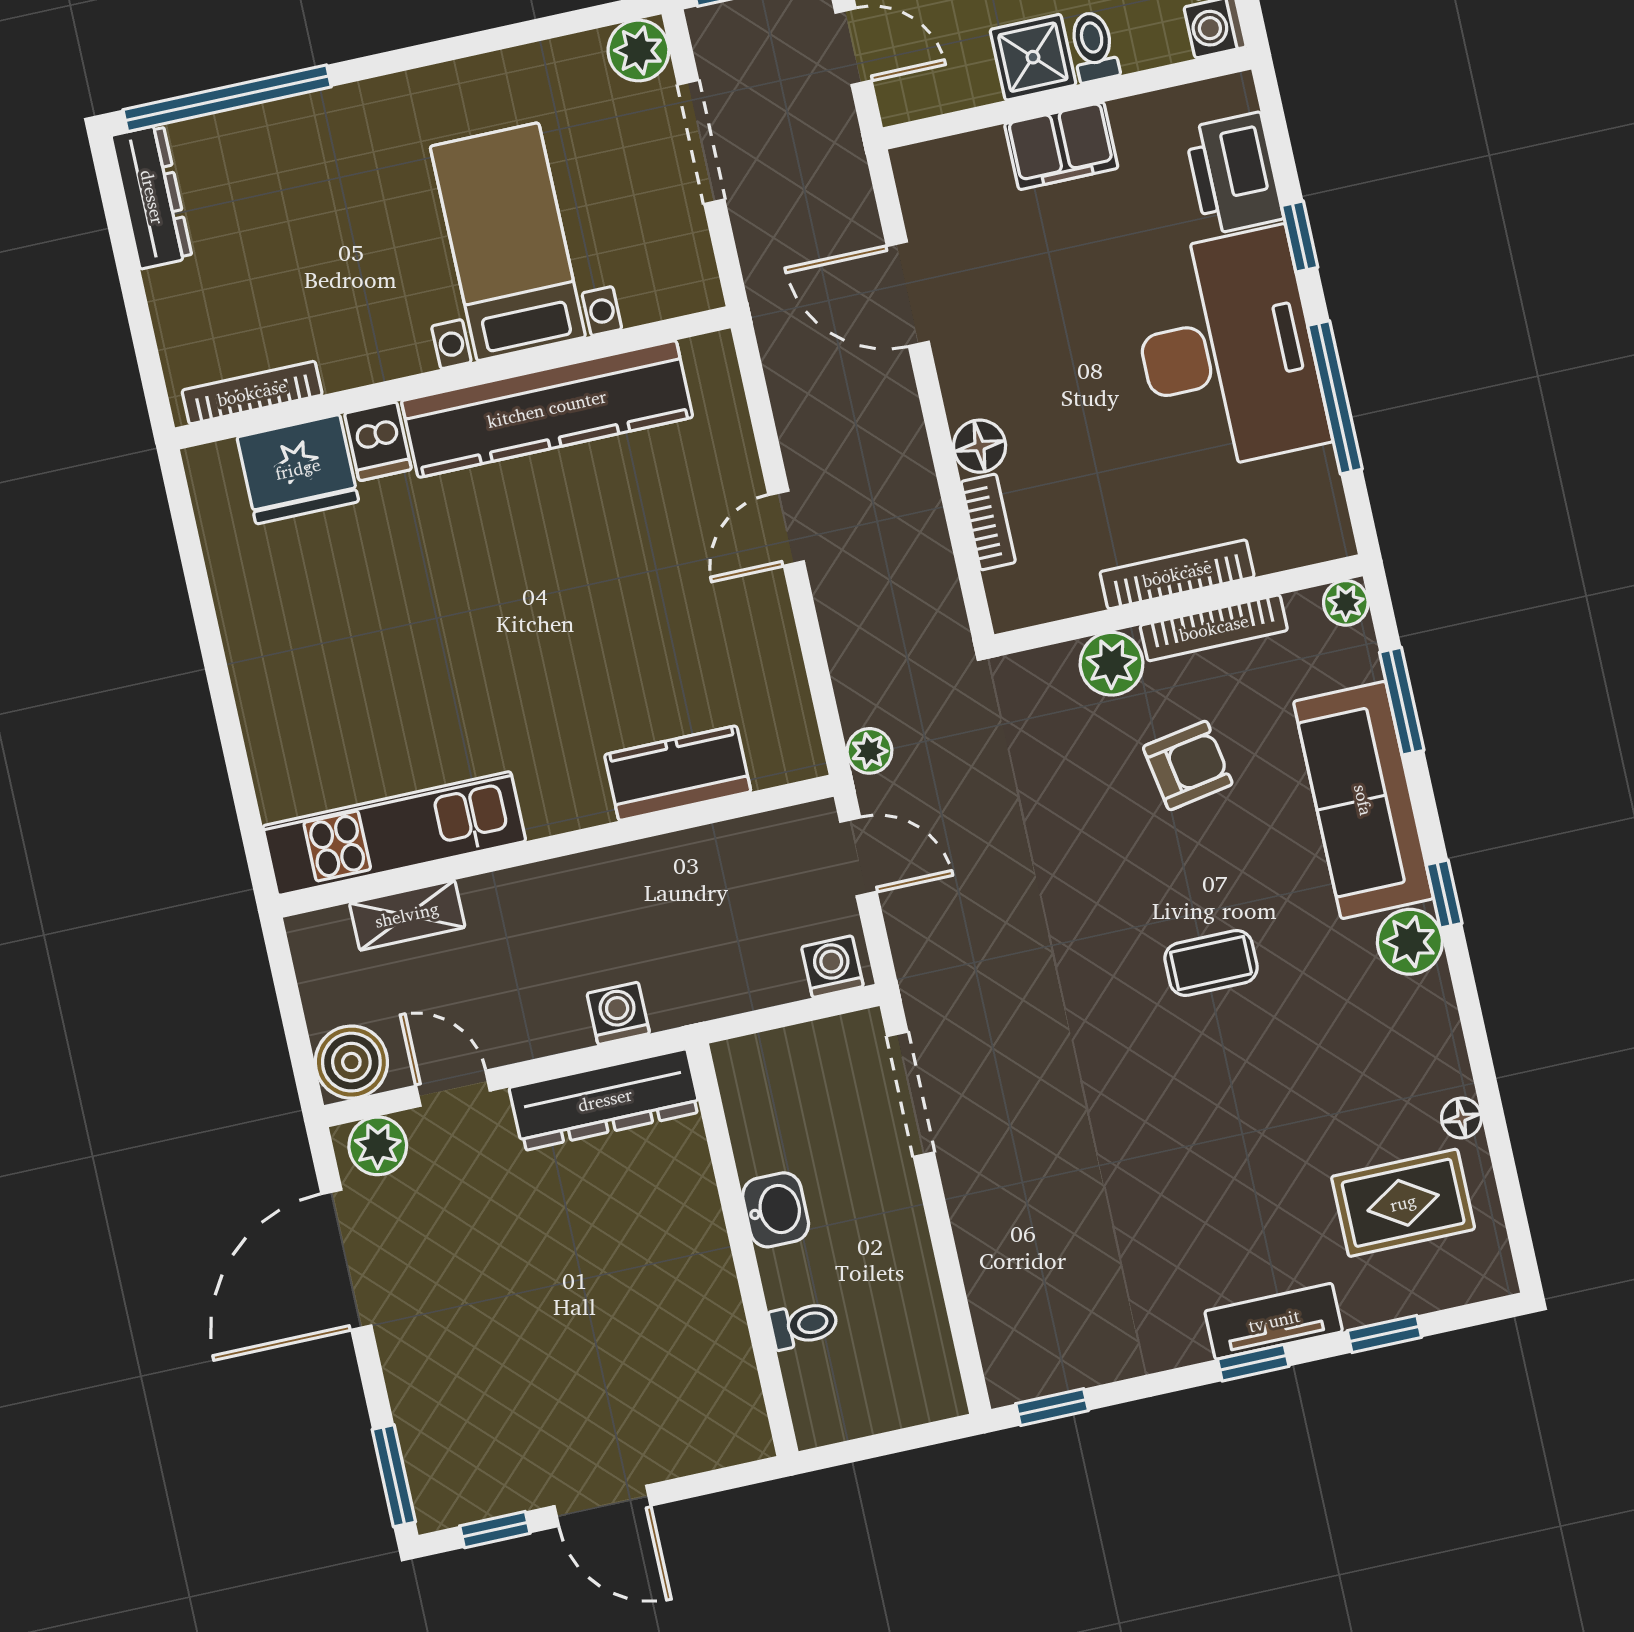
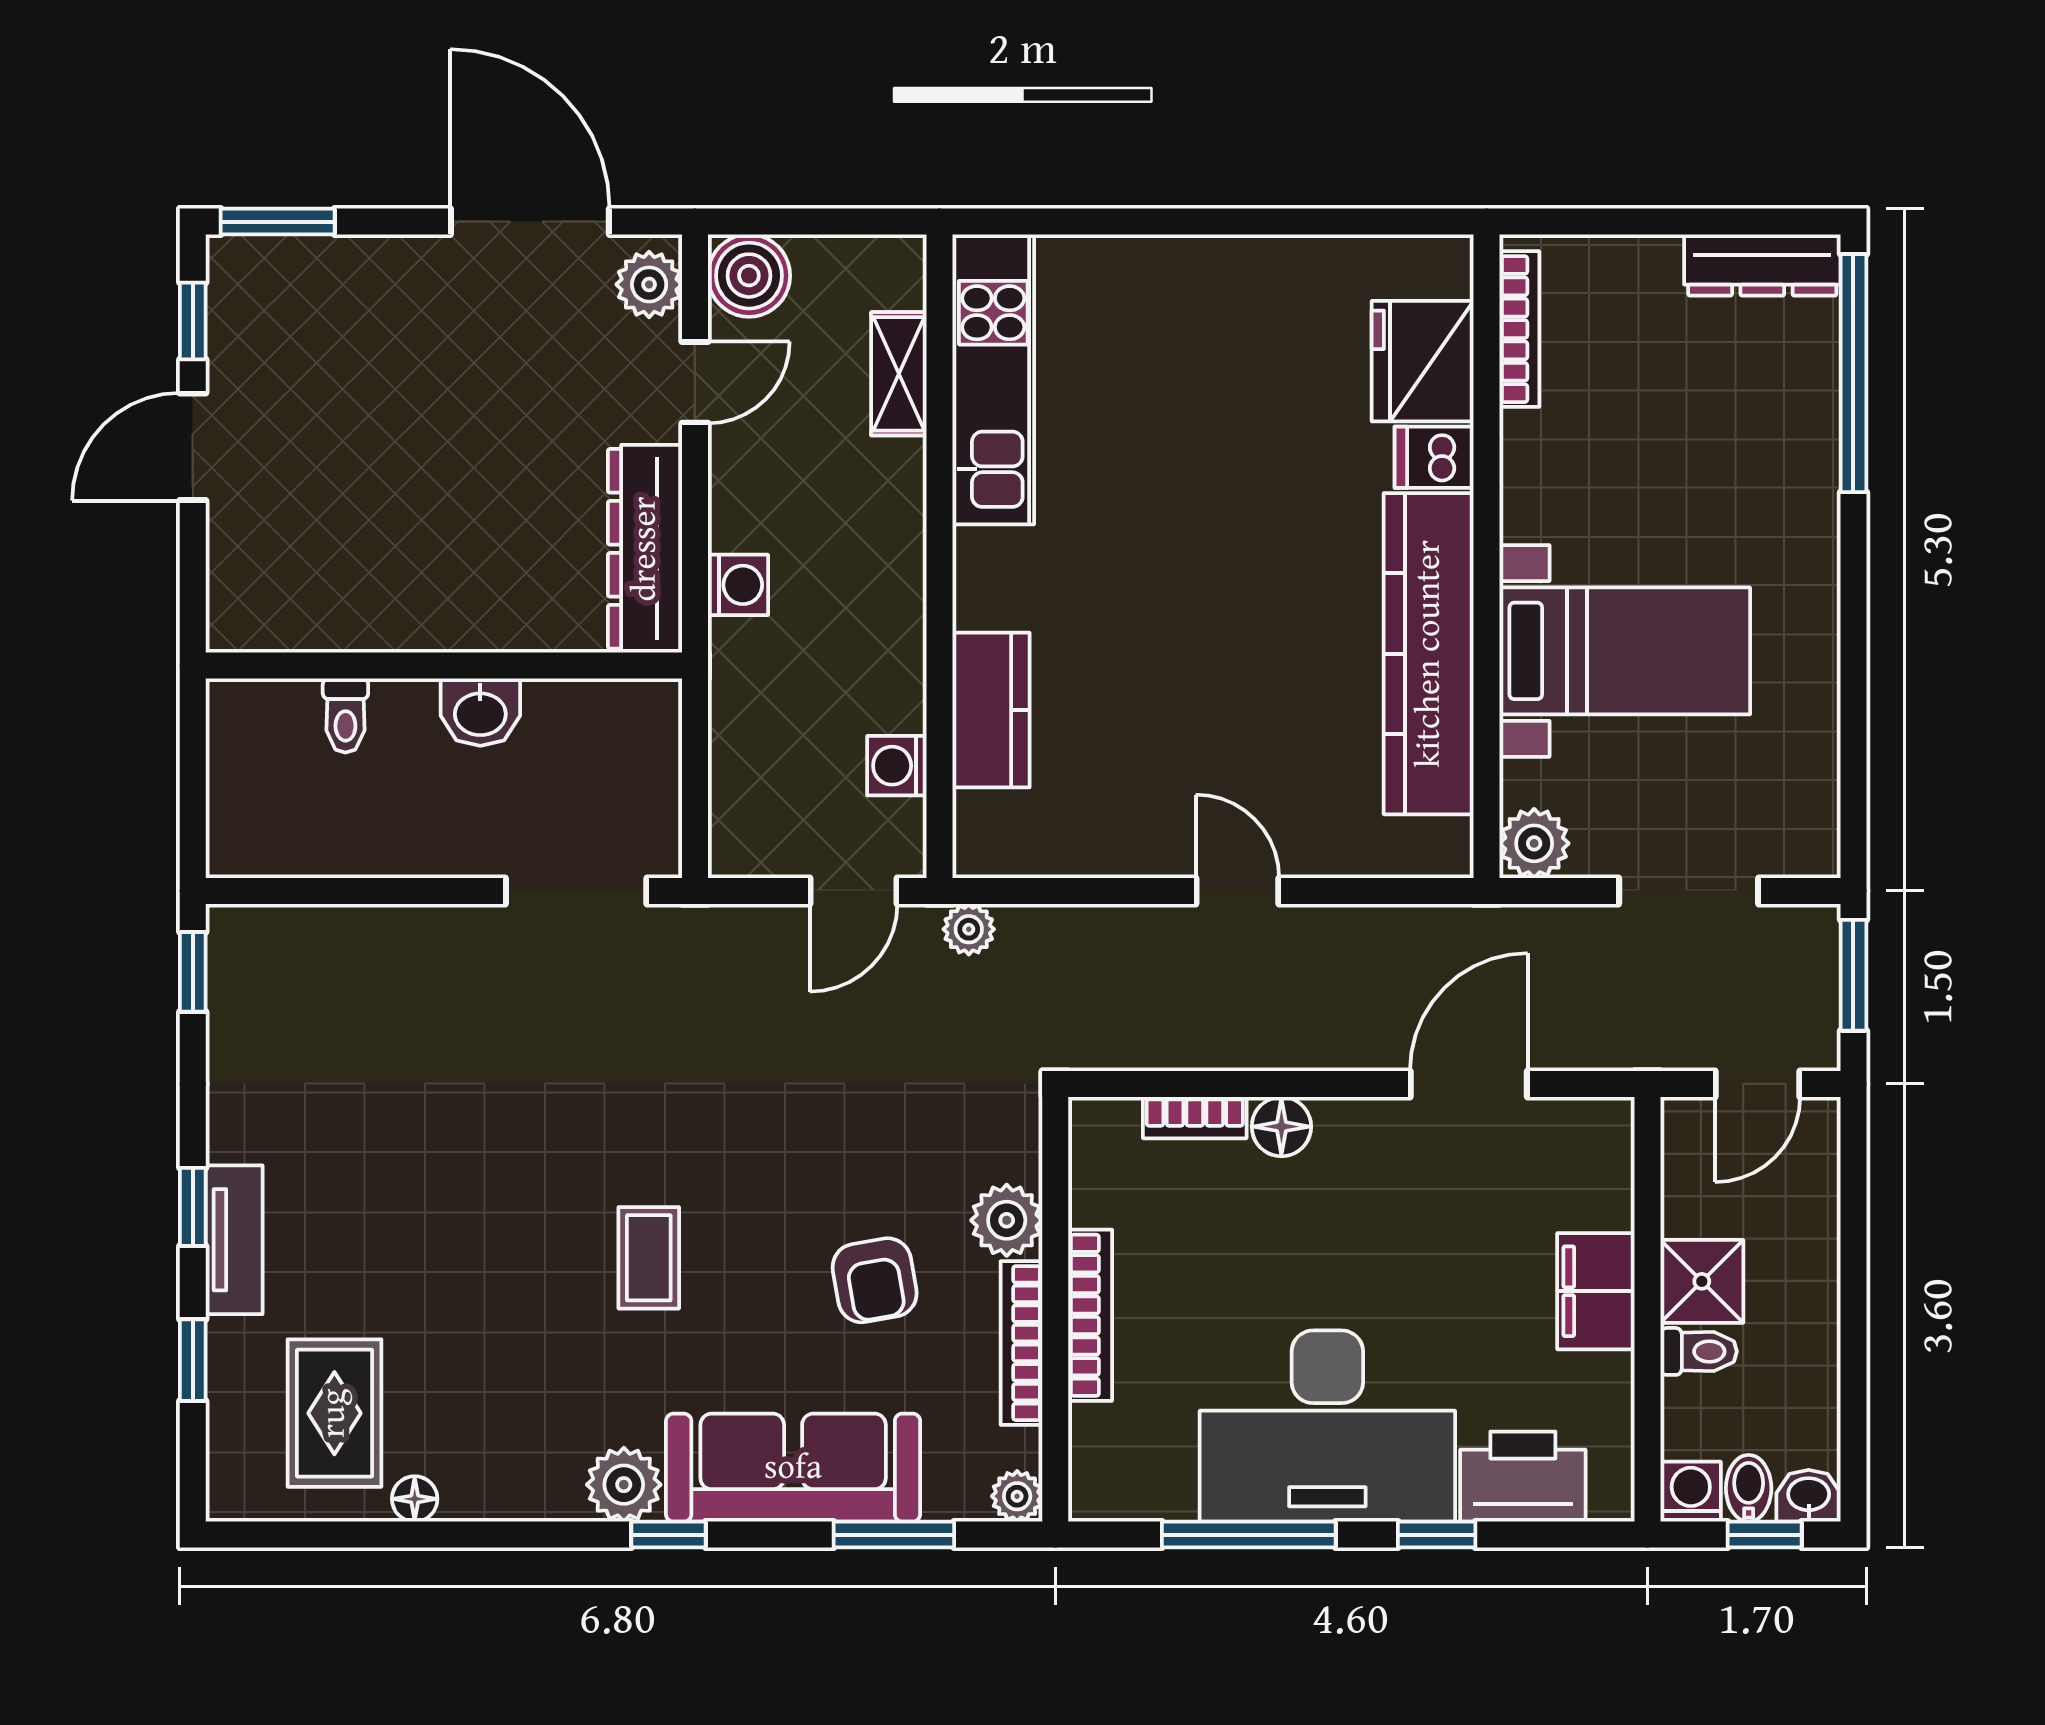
plant: (638, 51) -> (1534, 843), moved
washing machine: (832, 967) -> (897, 766), moved, turned 180

